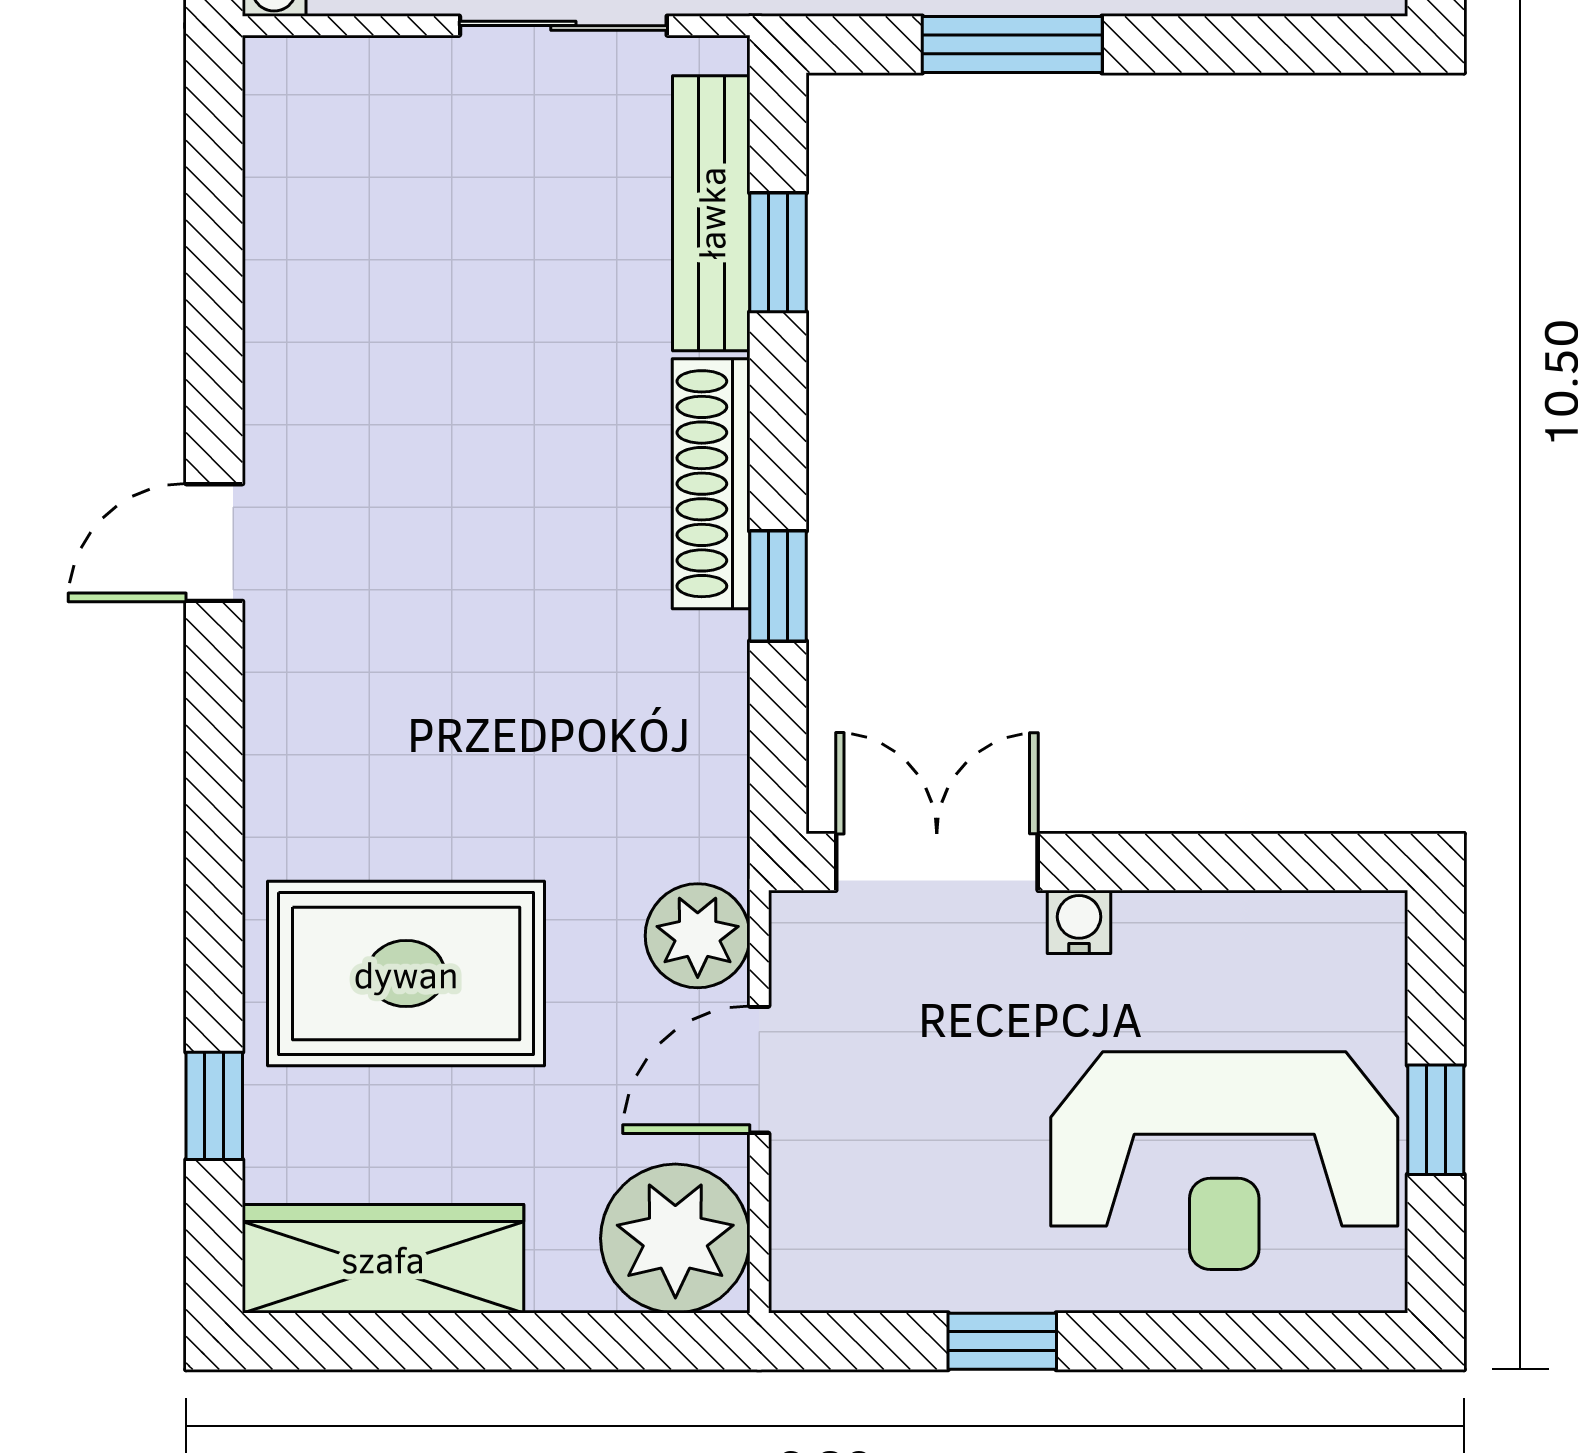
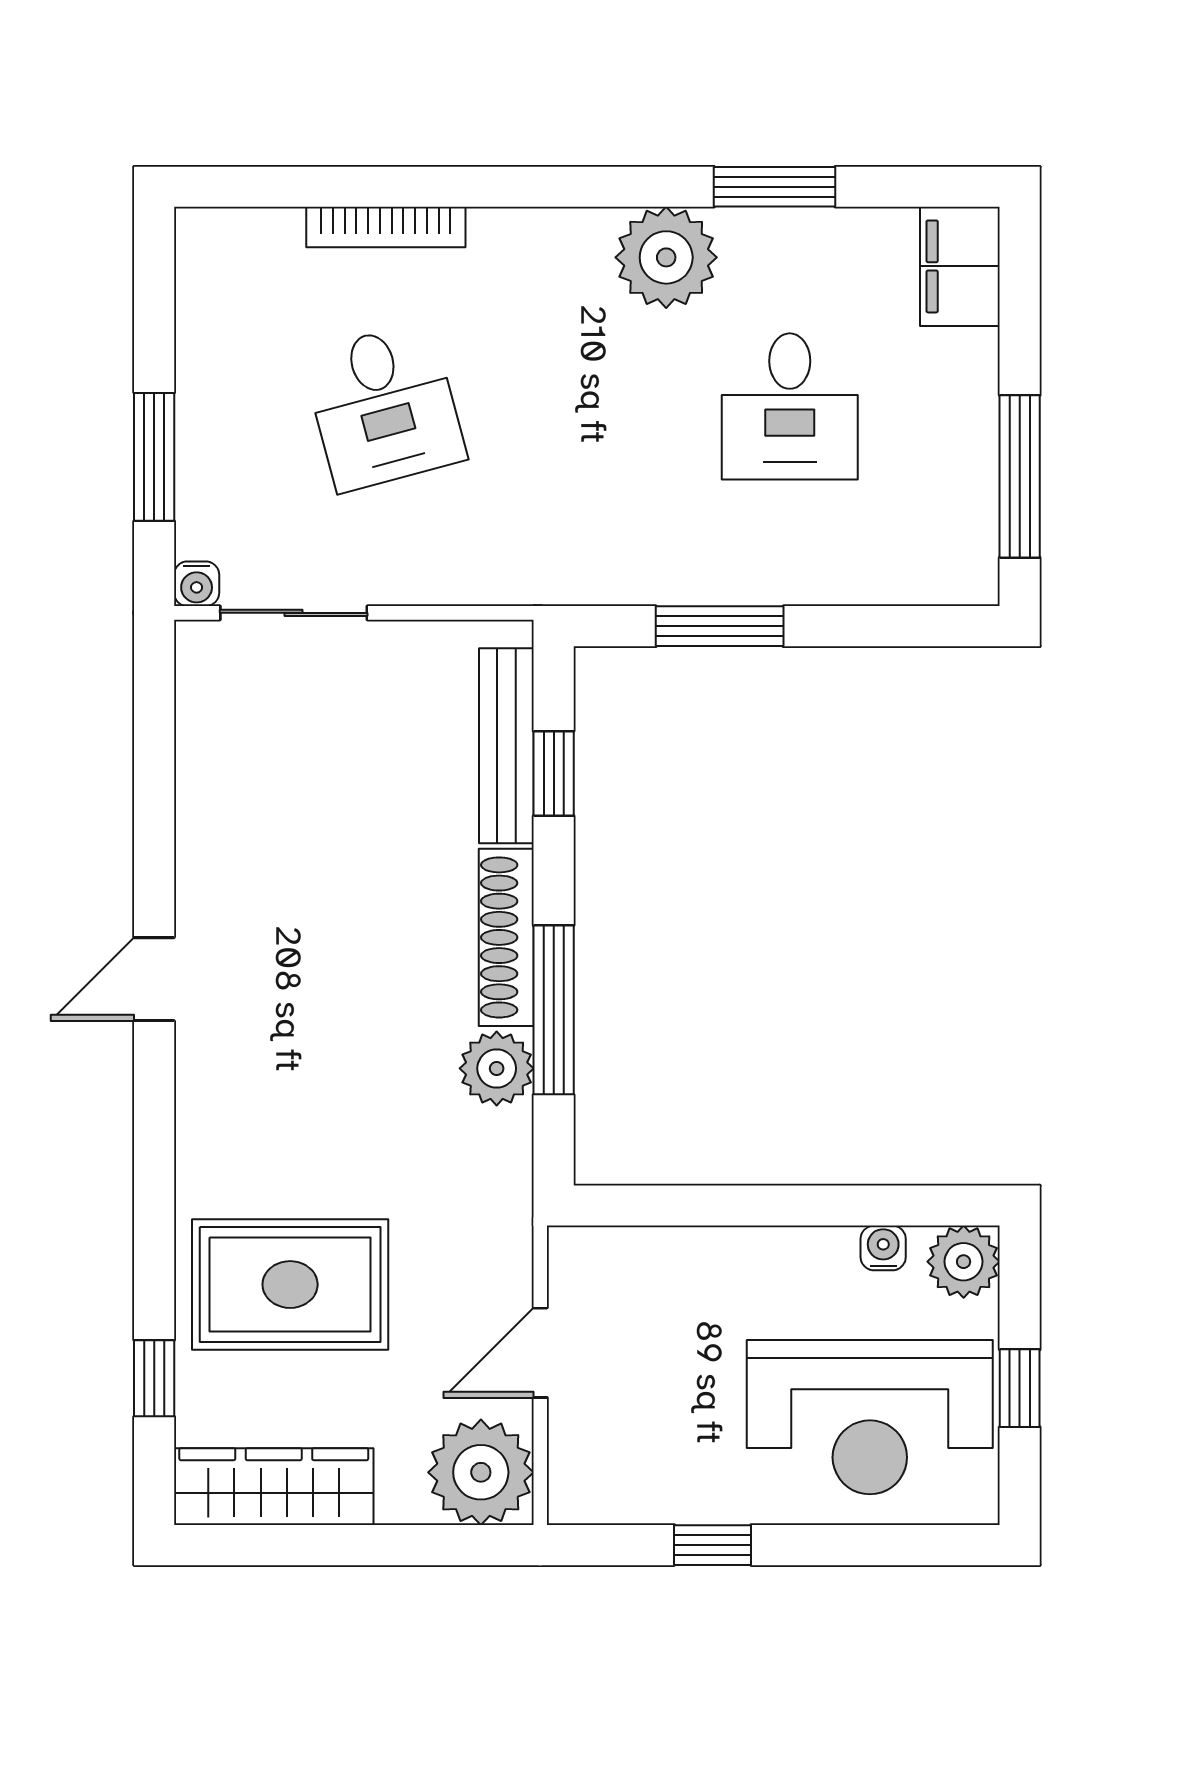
sliding door: (563, 26) -> (294, 613), moved
window: (778, 586) -> (554, 1010), width x2.17
double door: (937, 862) -> (666, 1205), removed
water cooler: (1079, 922) -> (883, 1248), moved
plant: (698, 936) -> (497, 1068), moved
plant: (1356, 941) -> (964, 1262), added

